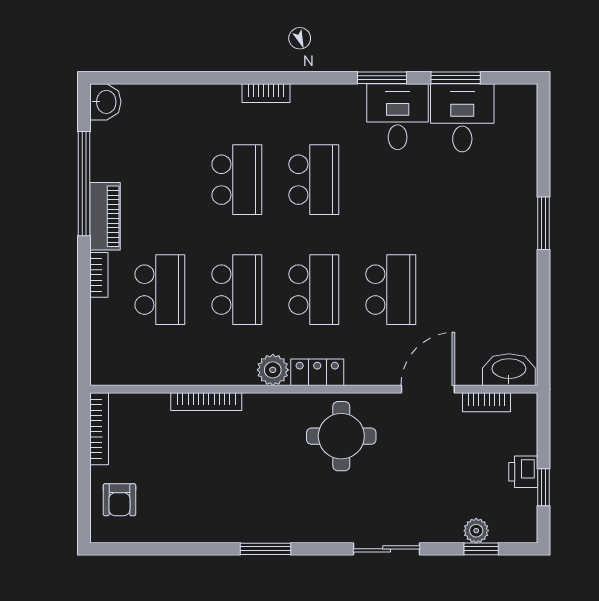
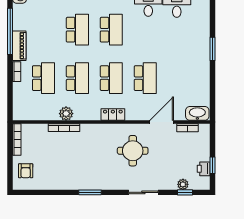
plant: (273, 370) -> (66, 114), moved
round table: (341, 436) -> (133, 151), moved
printer: (523, 472) -> (204, 169), moved

